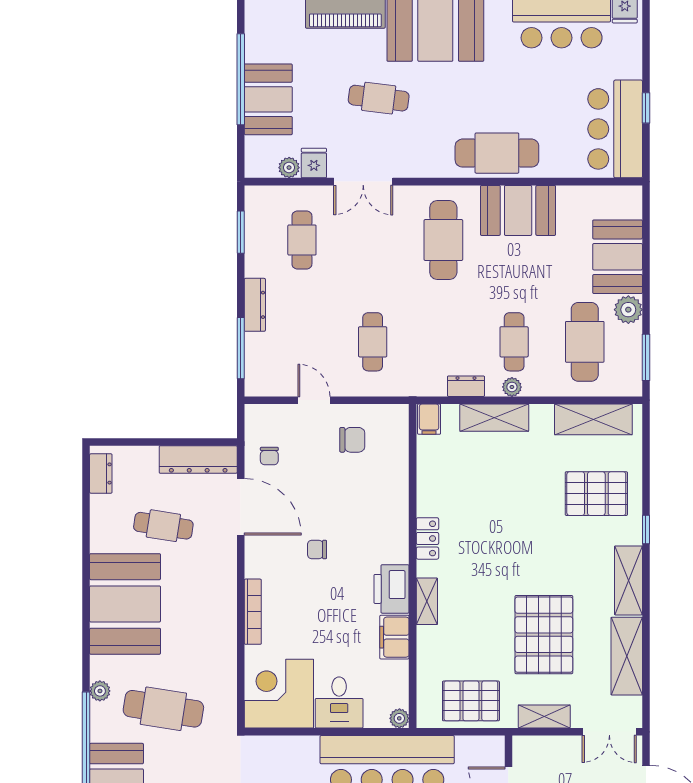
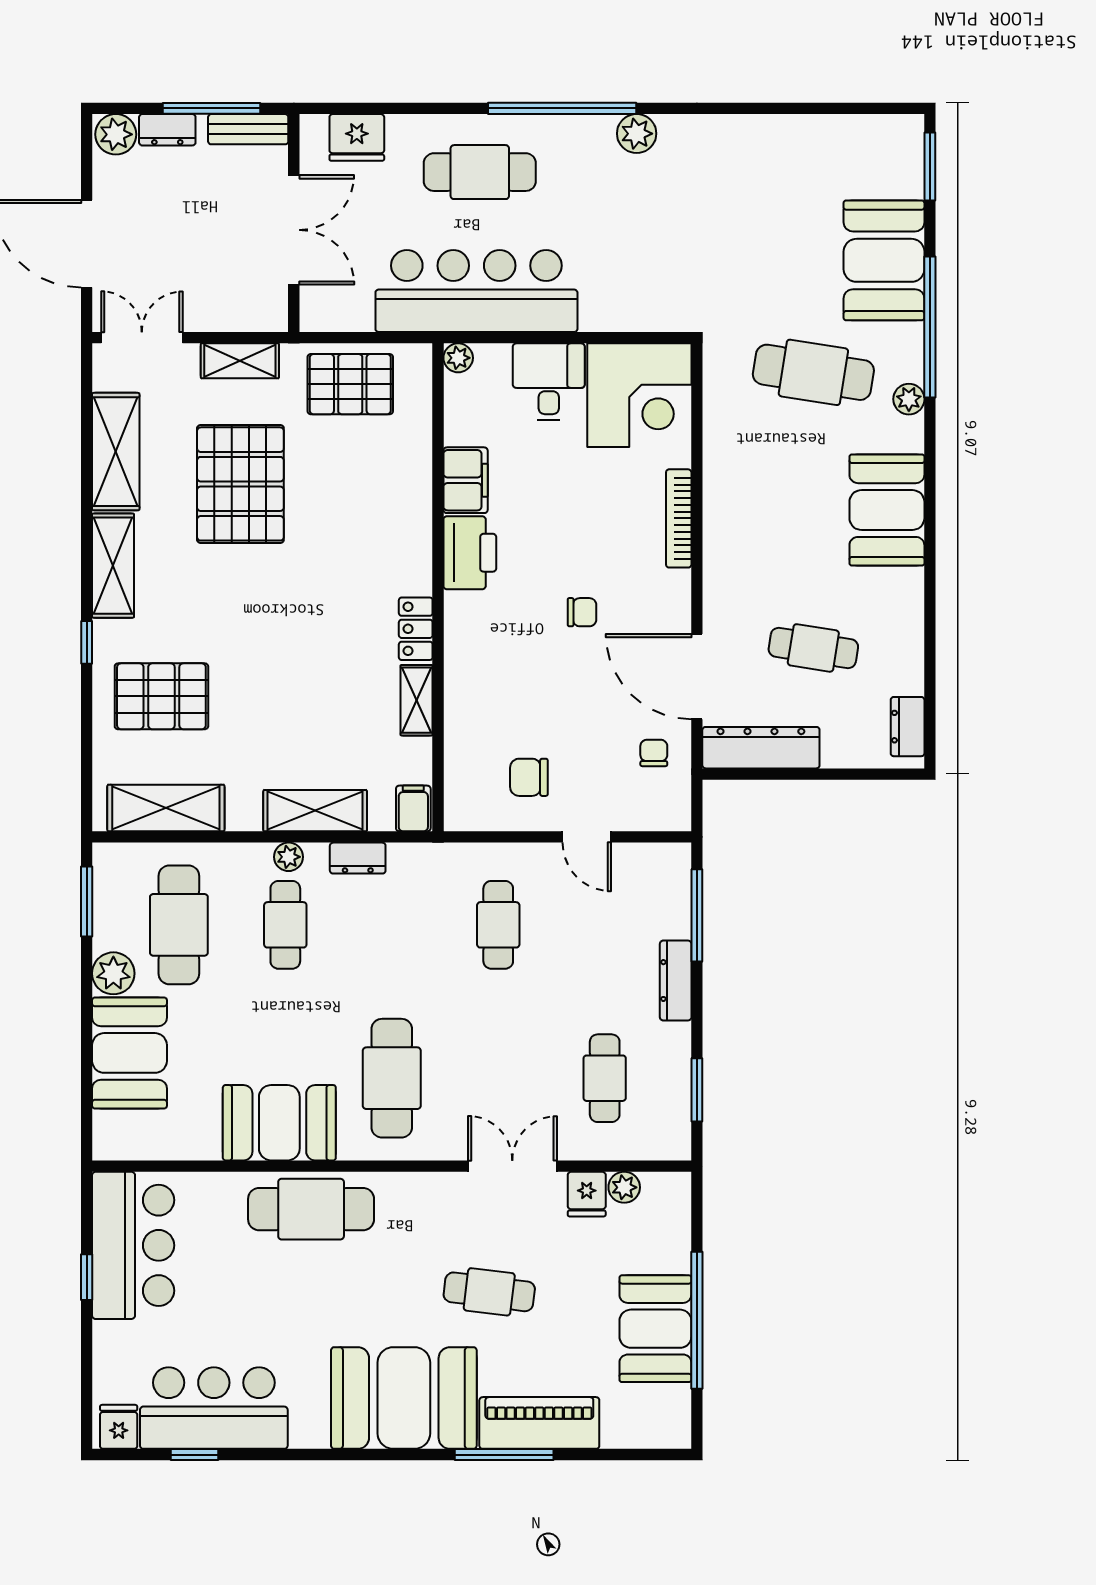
booth: (268, 99) -> (655, 1329), moved
shelving: (427, 601) -> (417, 700), moved
booth: (125, 604) -> (887, 510), width x0.73, depth x0.70

